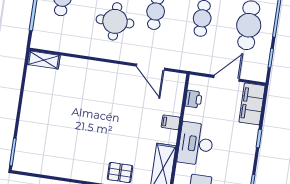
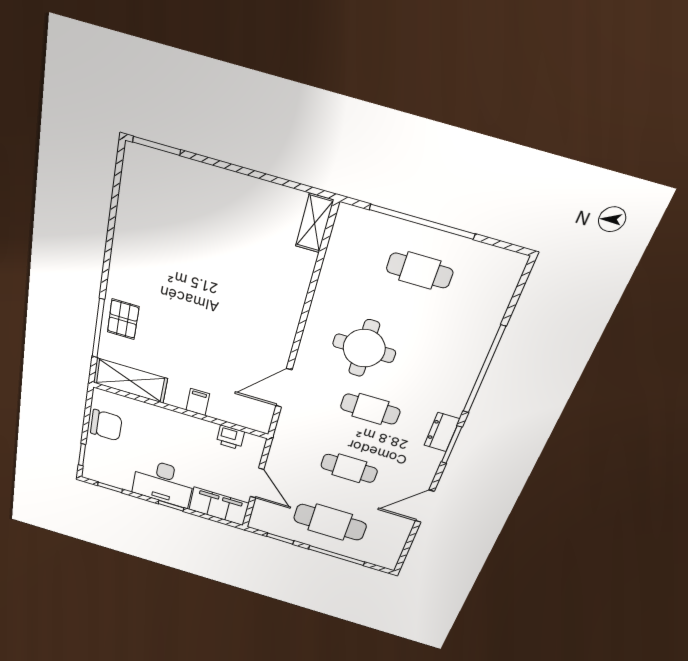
desk: (196, 144) -> (163, 483), moved, turned 180

